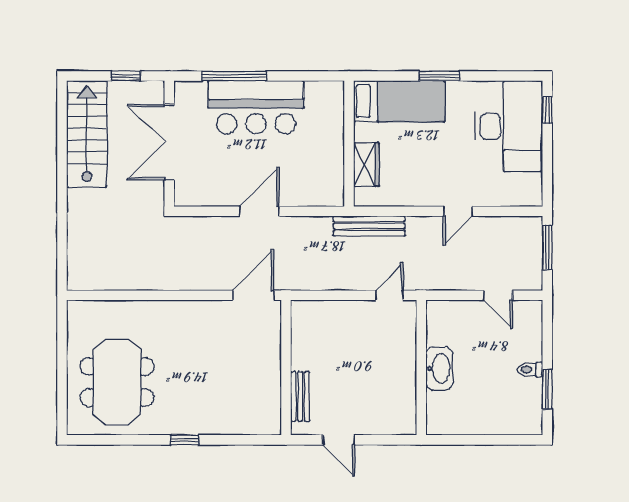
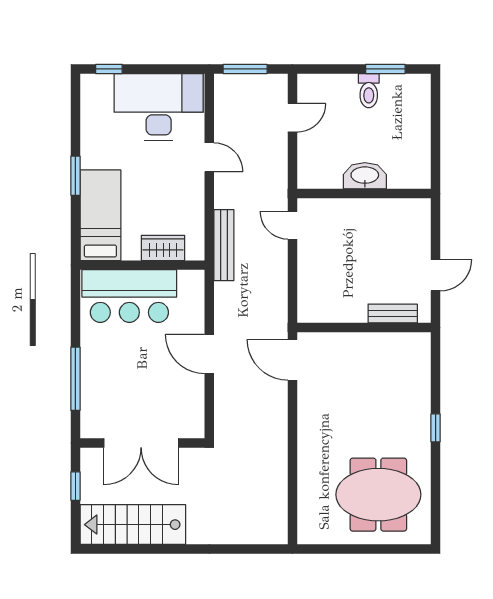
bar counter: (256, 107) -> (129, 296), moved, turned 90
desk: (509, 126) -> (159, 107), moved
toilet: (530, 370) -> (369, 91), width x1.37, depth x1.39

